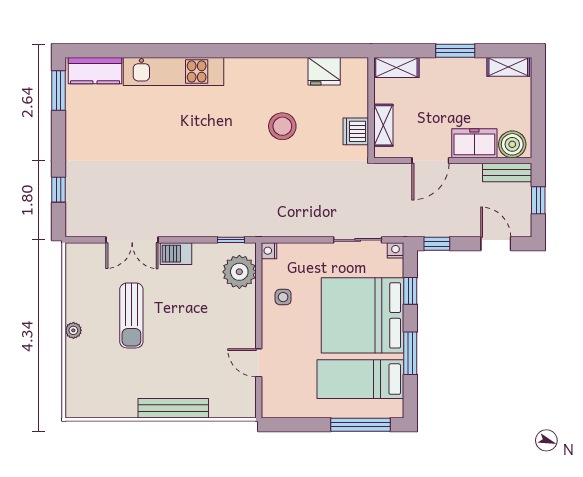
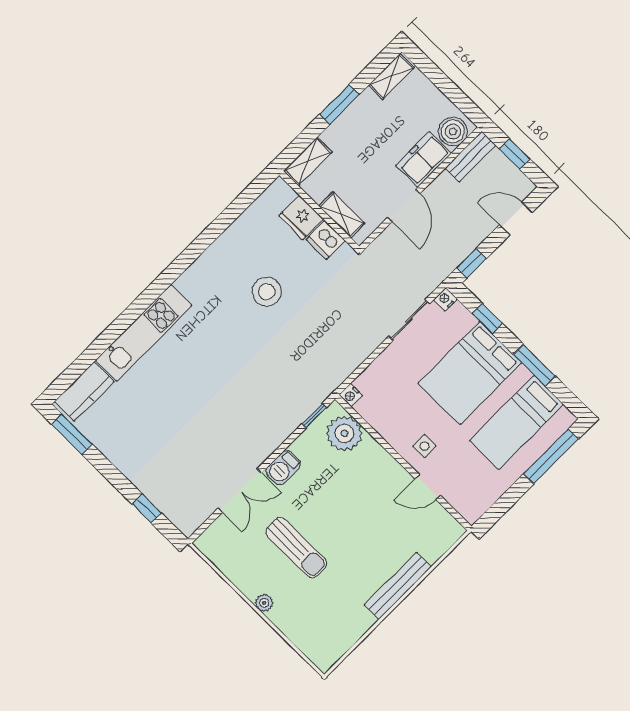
fridge: (324, 71) -> (301, 217), moved, turned 90
side table: (283, 297) -> (424, 446), moved
bed: (363, 315) -> (470, 373), width x0.73

